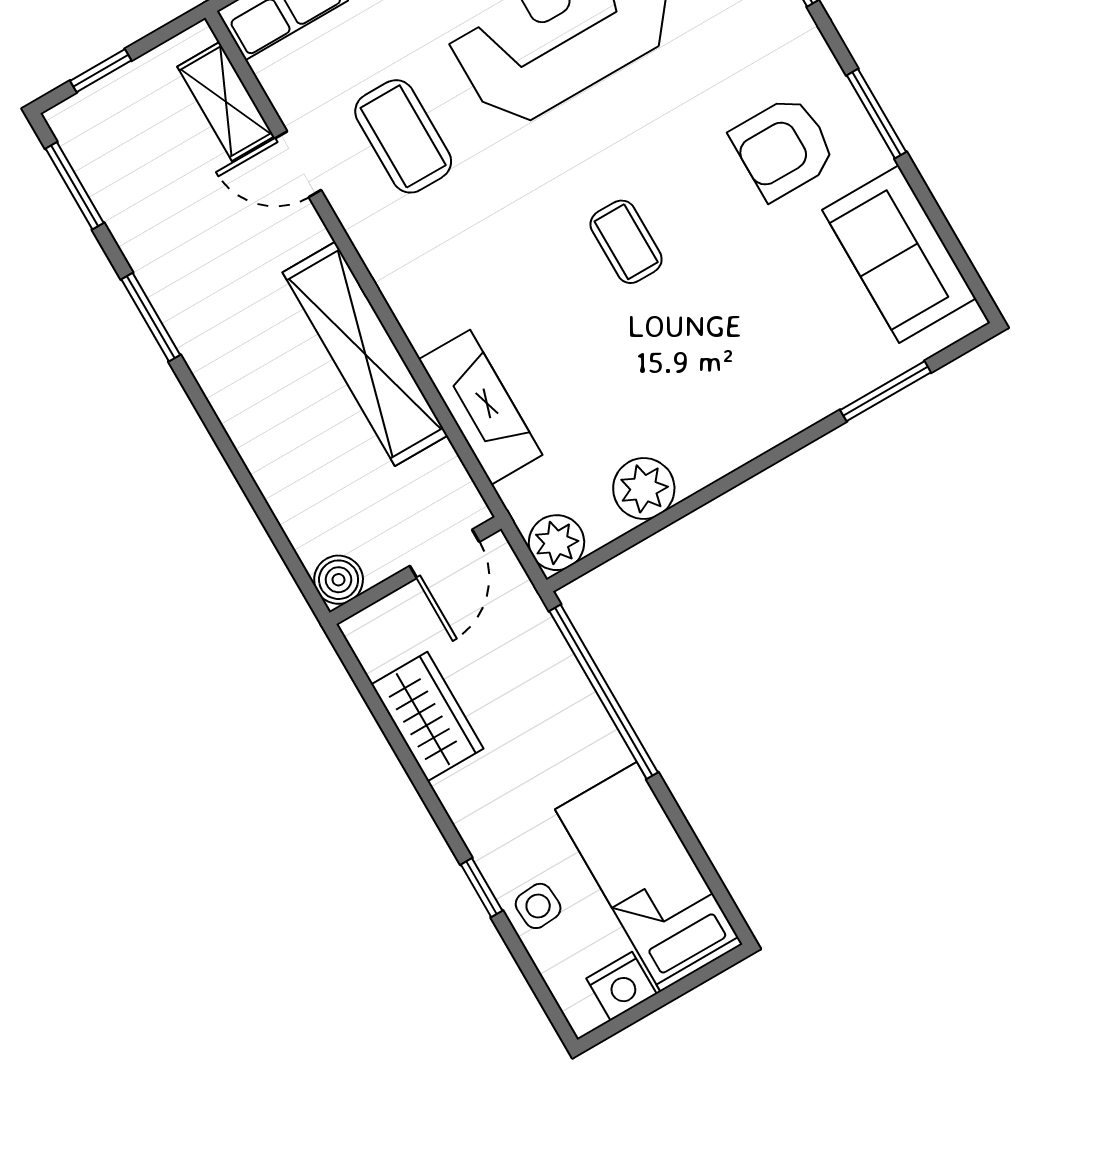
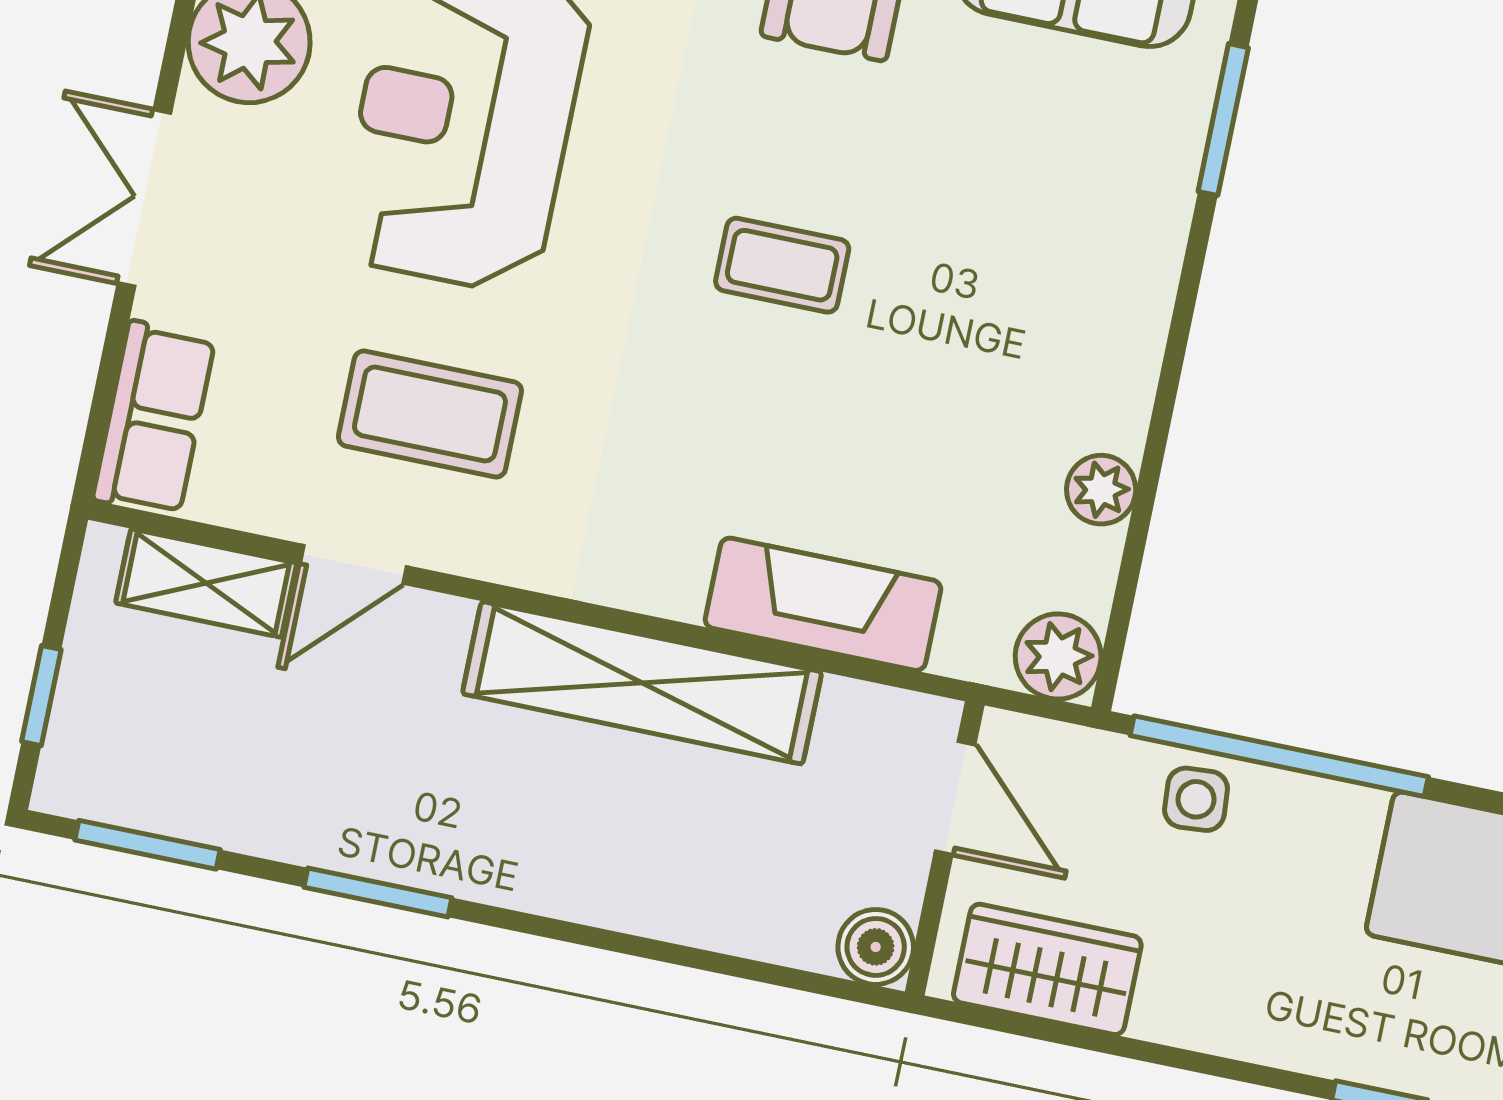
plant: (644, 489) -> (1101, 490), width x0.73, depth x0.73
wardrobe: (427, 717) -> (1047, 969), moved
side table: (538, 906) -> (1196, 799), moved

